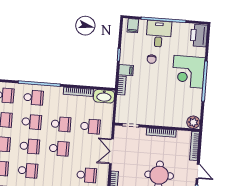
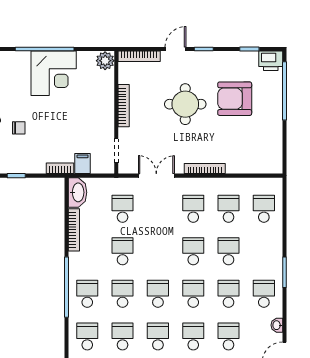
filing cabinet: (126, 70) -> (83, 163), moved
corner desk: (188, 72) -> (54, 73), moved
school desk: (59, 148) -> (193, 251), moved
double door: (111, 151) -> (156, 176), swing flipped

